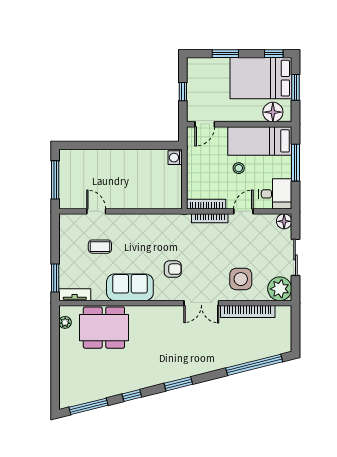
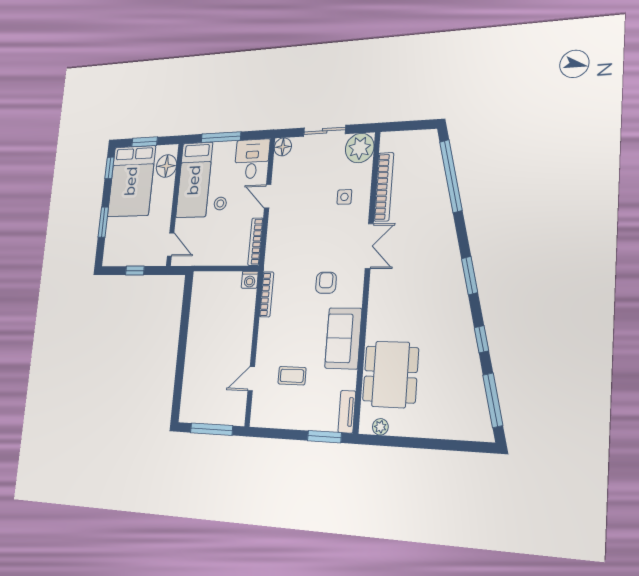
washing machine: (175, 158) -> (250, 280), moved
bookcase: (210, 218) -> (267, 294), moved
coffee table: (100, 247) -> (292, 376), turned 90
side table: (241, 279) -> (344, 197), width x0.54, depth x0.54

